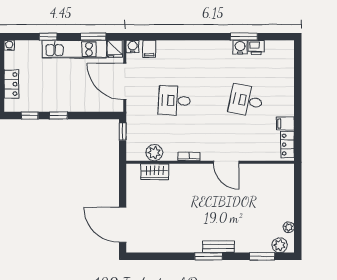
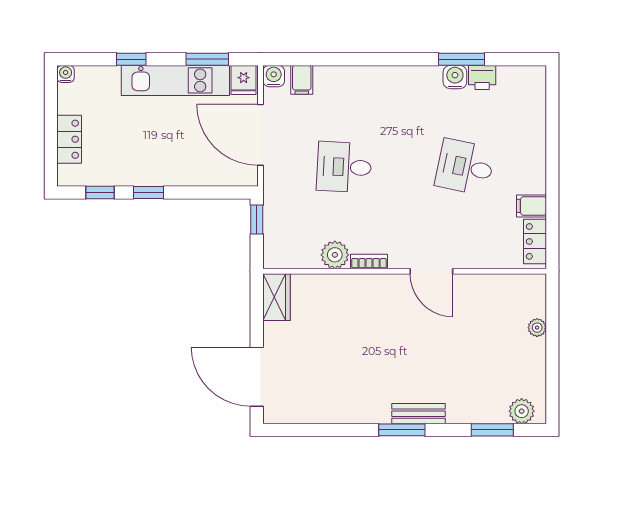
plant: (154, 153) -> (335, 255), moved
wardrobe: (155, 172) -> (276, 297), moved, turned -90
plant: (289, 227) -> (537, 328), moved

